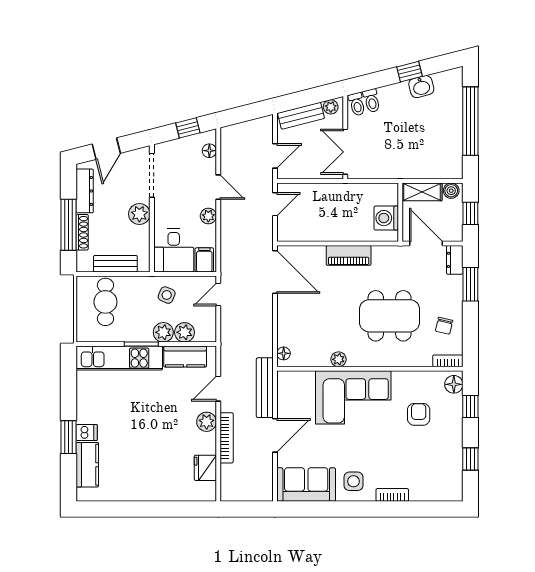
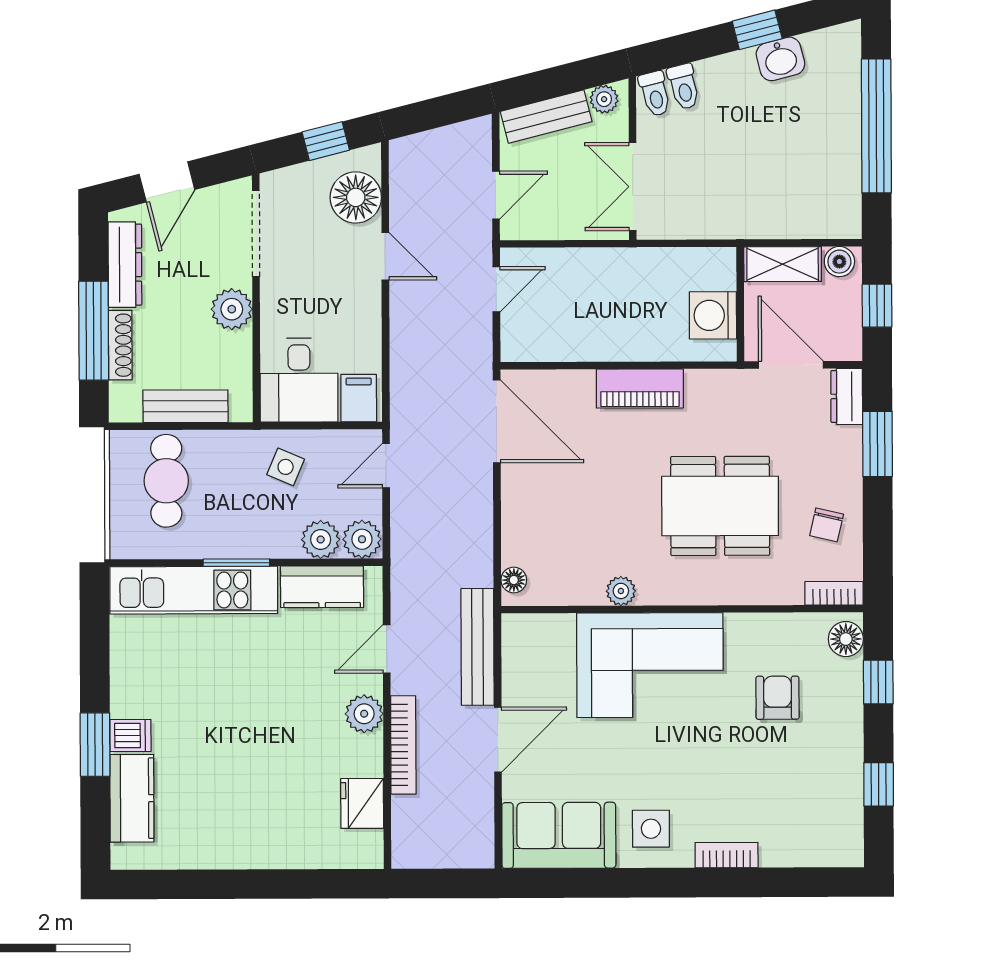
floor lamp: (209, 151) -> (356, 197), width x1.89, depth x1.89
plant: (208, 216) -> (366, 313), removed
plant: (163, 332) -> (362, 539), moved

